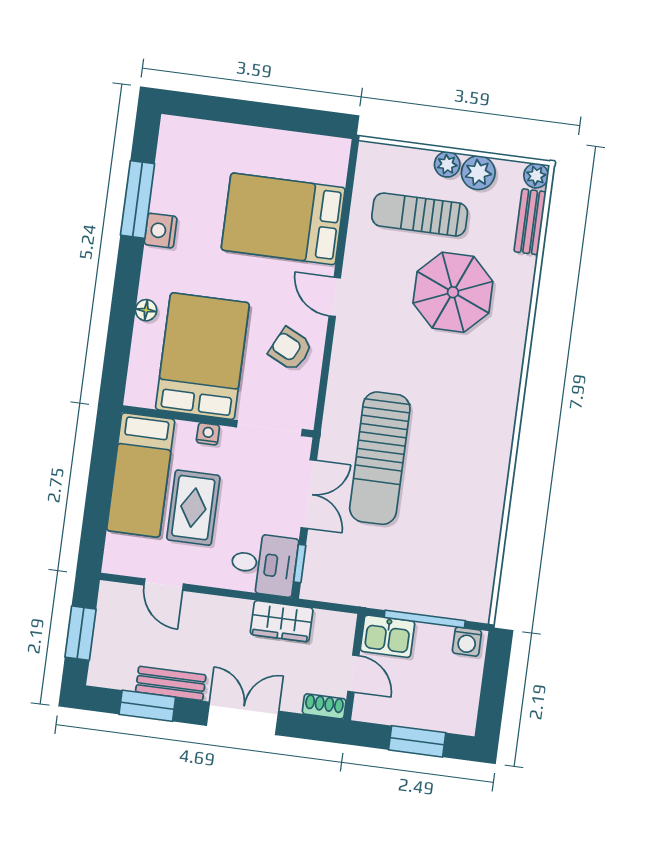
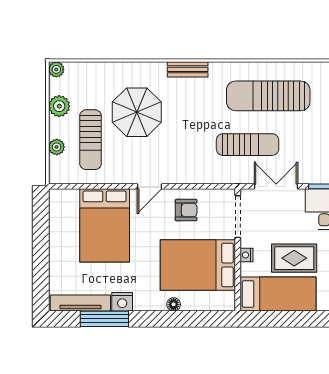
plant: (447, 164) -> (57, 147), moved
tv unit: (167, 165) -> (80, 303), added
bench: (530, 222) -> (188, 69), moved
armchair: (290, 349) -> (186, 210), turned -116
sun lounger: (380, 458) -> (248, 145), width x0.73, depth x0.75
sun lounger: (451, 500) -> (268, 96), added

